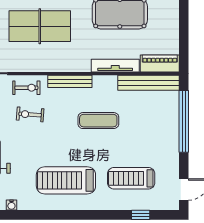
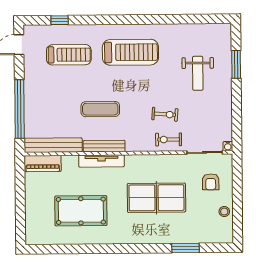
tv unit: (115, 66) -> (101, 161), moved
bench: (70, 81) -> (104, 146), moved
water cooler: (11, 205) -> (182, 28), removed

